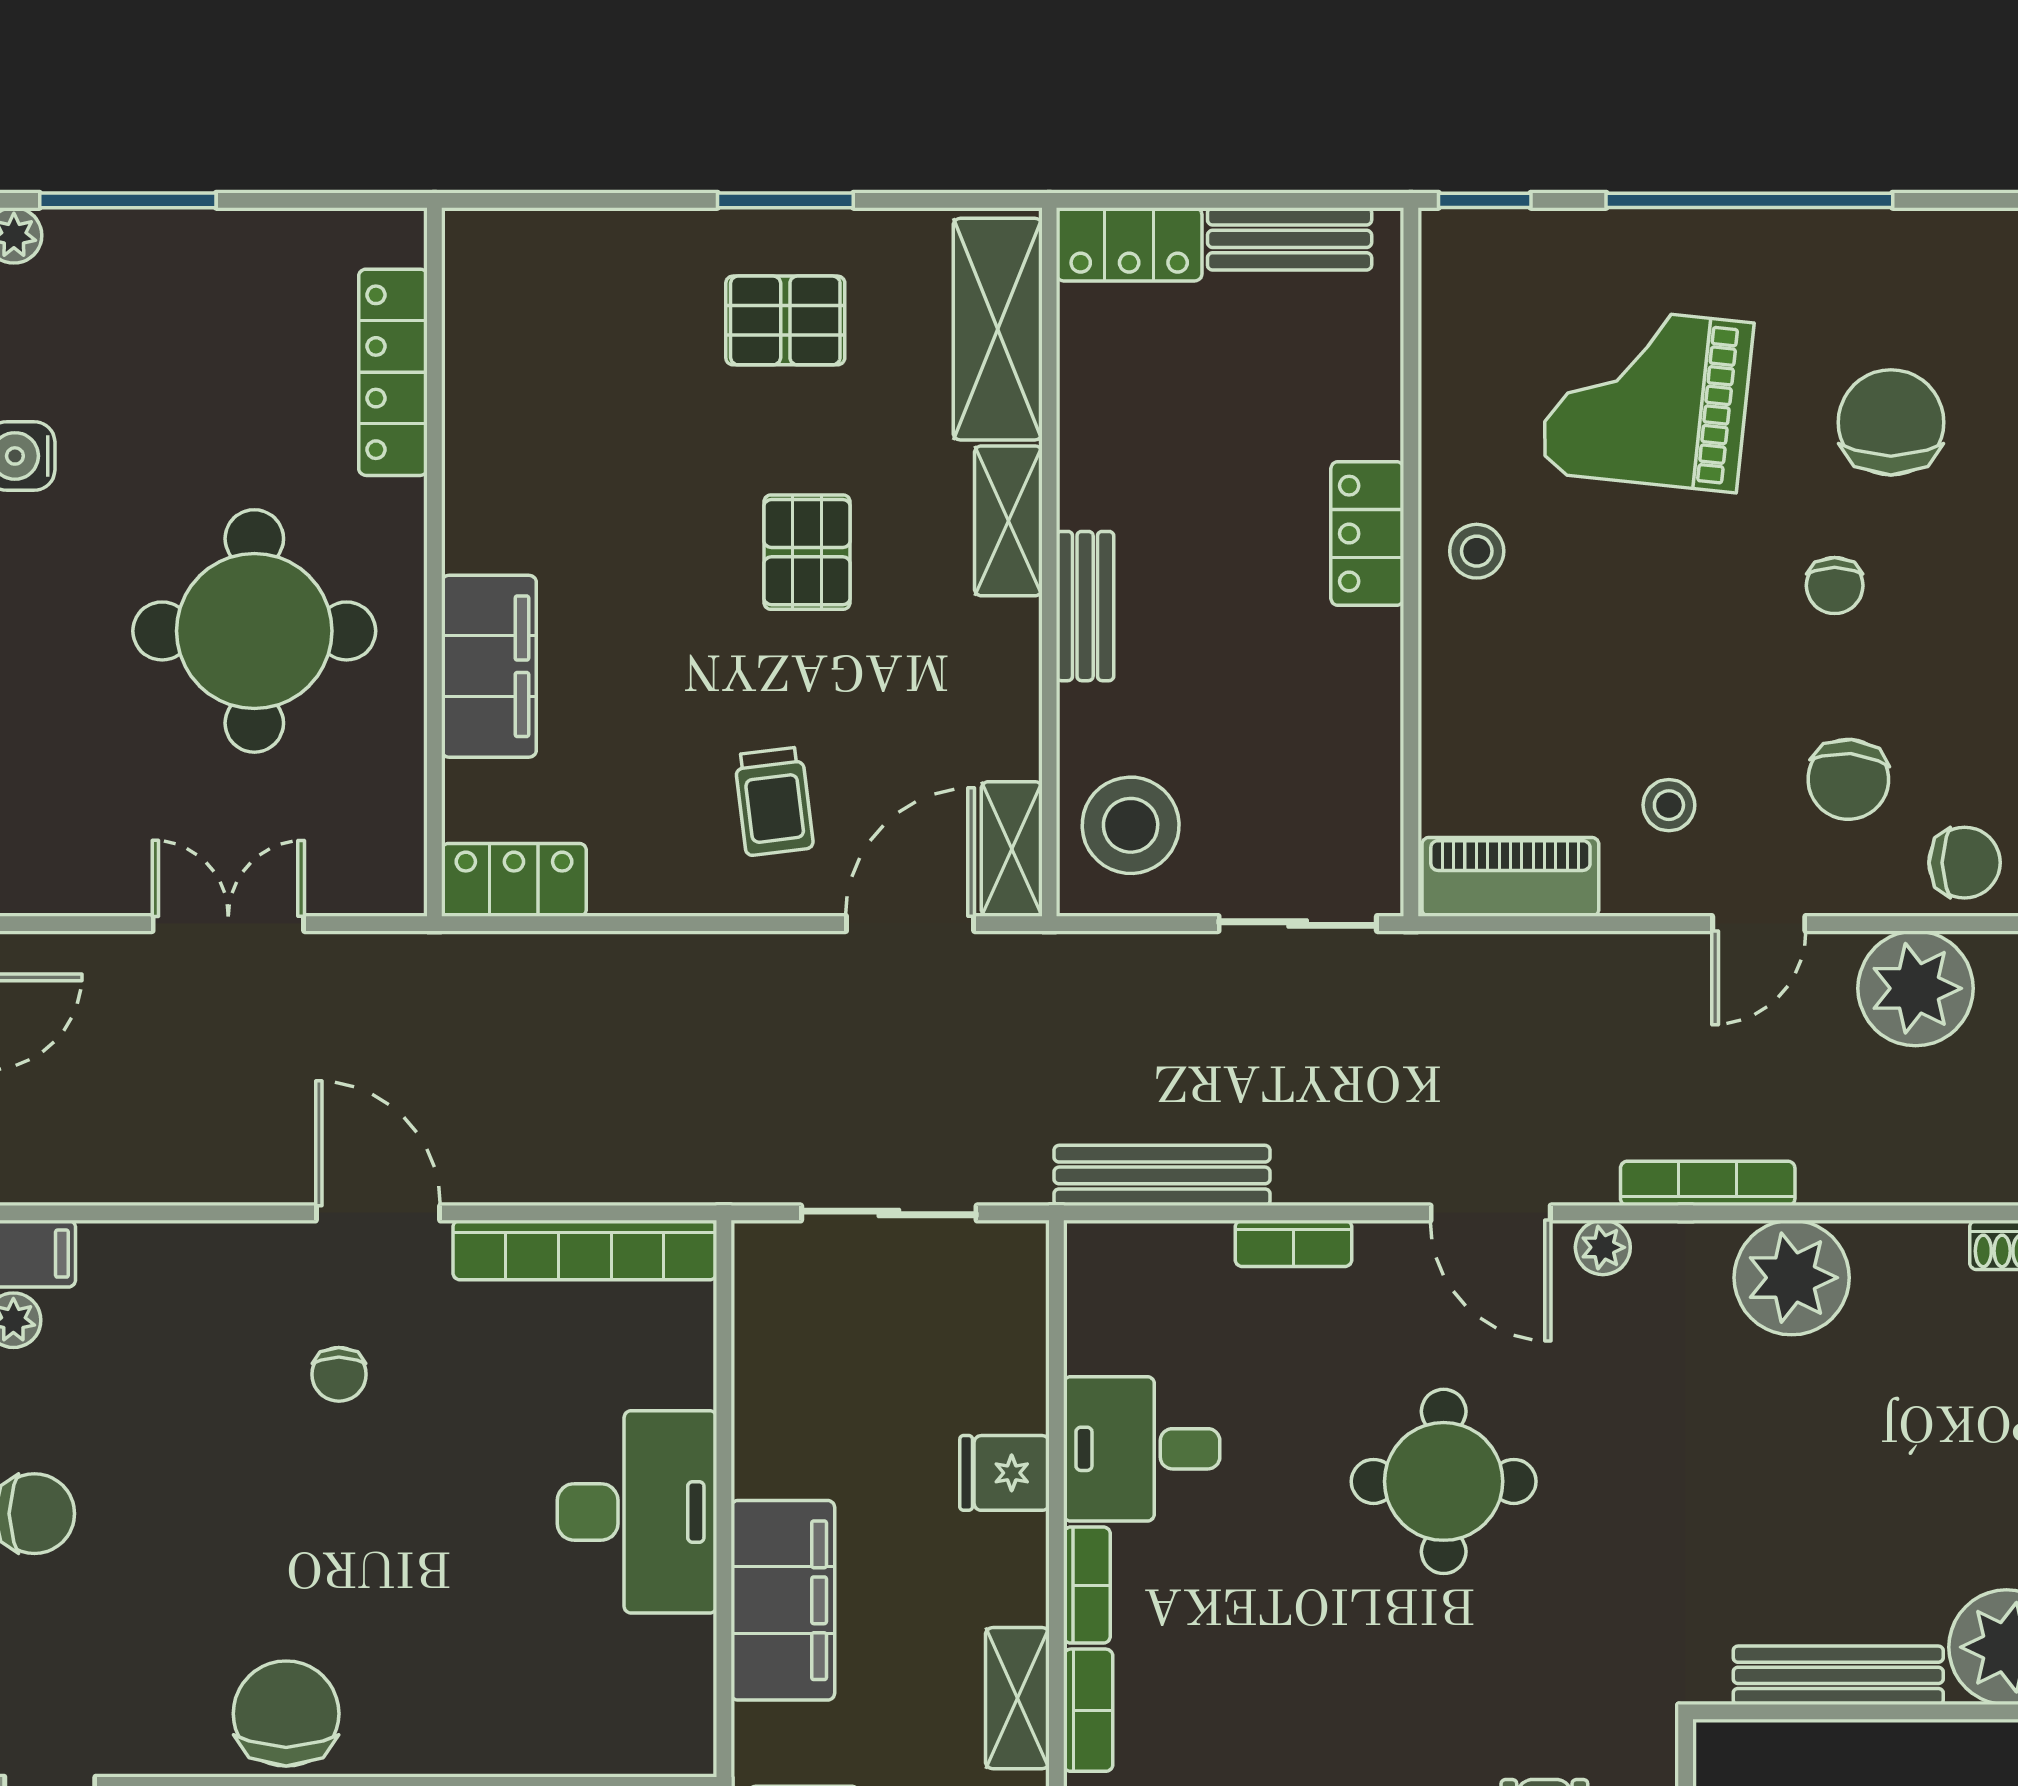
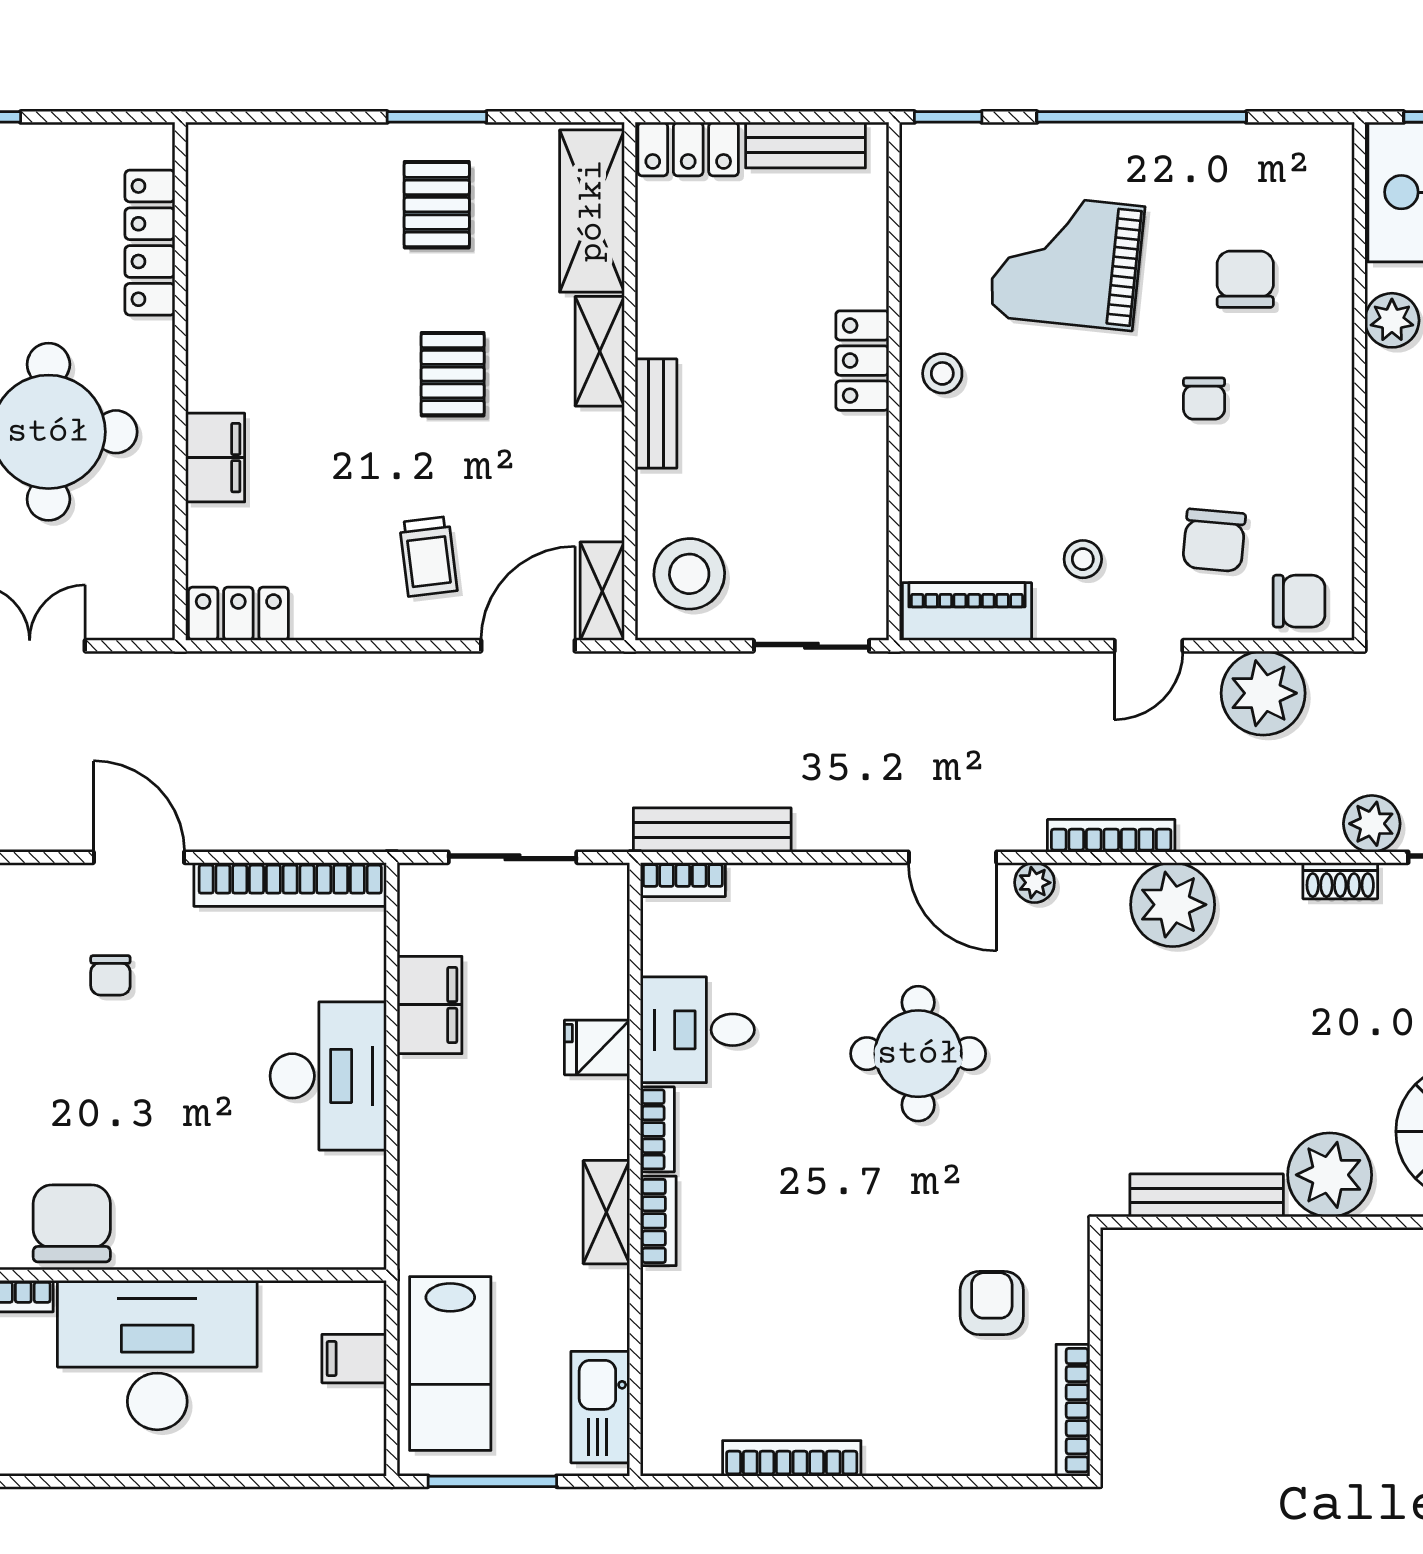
pallet: (785, 320) -> (437, 205), turned 90
chair: (1891, 422) -> (1245, 279), width x0.73, depth x0.73
filing cabinet: (489, 666) -> (215, 458), width x0.67, depth x0.86
bookcase: (1293, 1243) -> (683, 880), moved
filing cabinet: (783, 1600) -> (430, 1005), moved, width x0.67, depth x0.86

